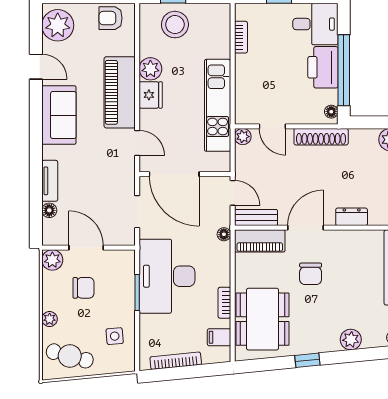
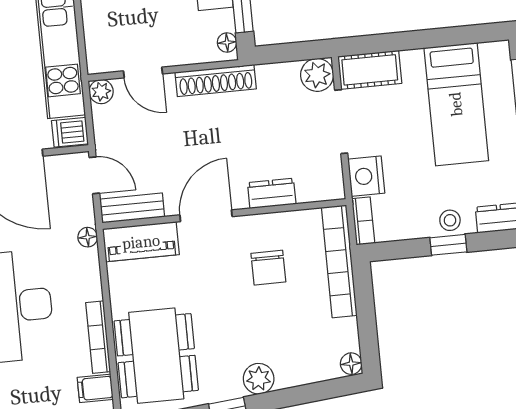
dishwasher: (219, 162) -> (70, 132), added
chair: (311, 274) -> (268, 268), moved
bookcase: (224, 303) -> (98, 337), width x1.56
plant: (351, 340) -> (259, 379), moved

